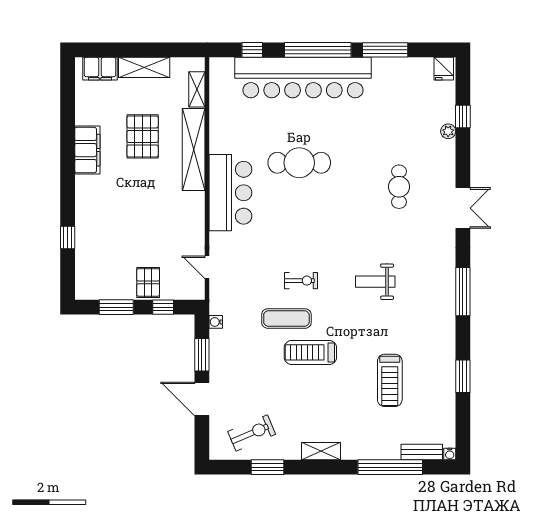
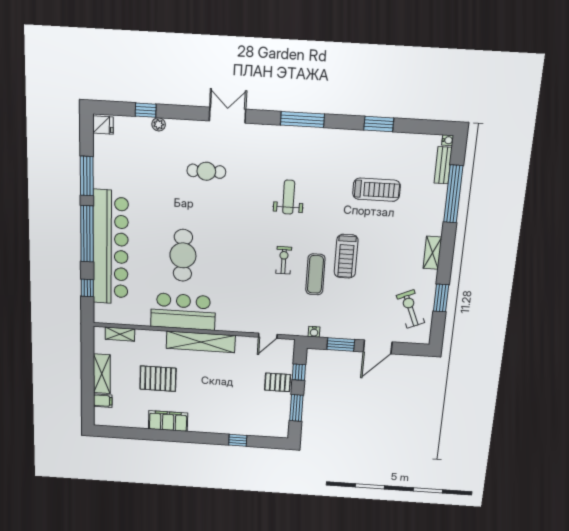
filing cabinet: (100, 69) -> (103, 401), width x0.50
shelving: (194, 150) -> (201, 342), moved
bar counter: (230, 193) -> (183, 312), moved
weight bench: (375, 282) -> (289, 197), turned 180

